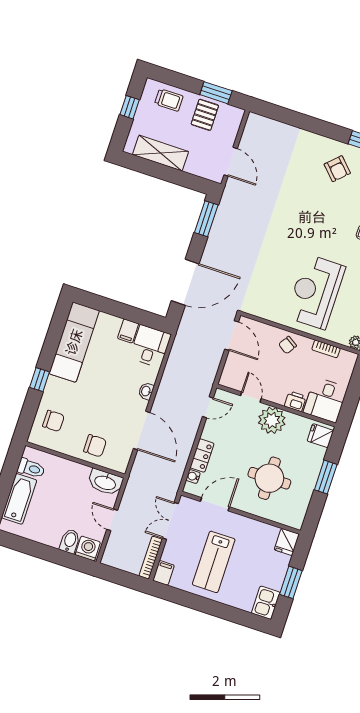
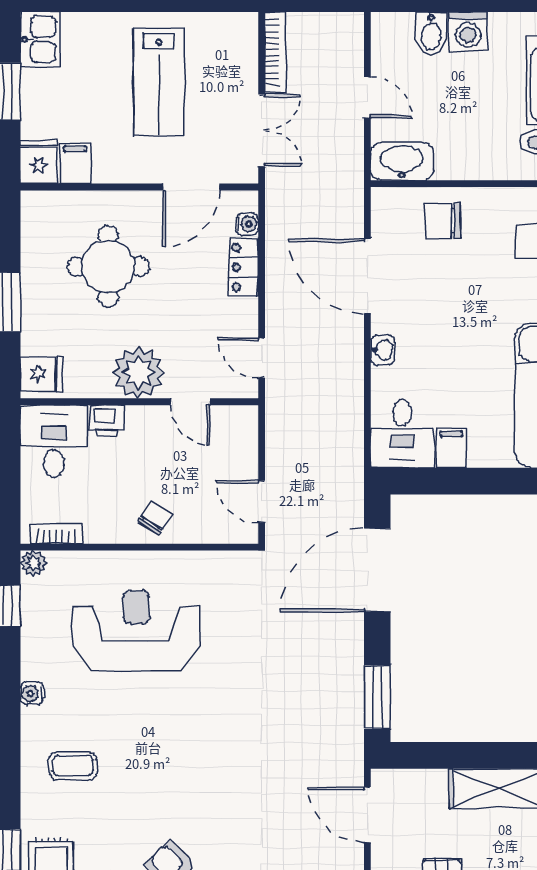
reception desk: (316, 292) -> (136, 631), turned -90
door: (232, 336) -> (262, 501), width x0.73
bookcase: (326, 349) -> (56, 534), moved
door: (208, 407) -> (262, 358), hinge flipped
washing machine: (88, 549) -> (468, 31), moved
lab bench: (214, 562) -> (159, 82), turned 180
filing cabinet: (163, 573) -> (75, 163), moved, turned 180

